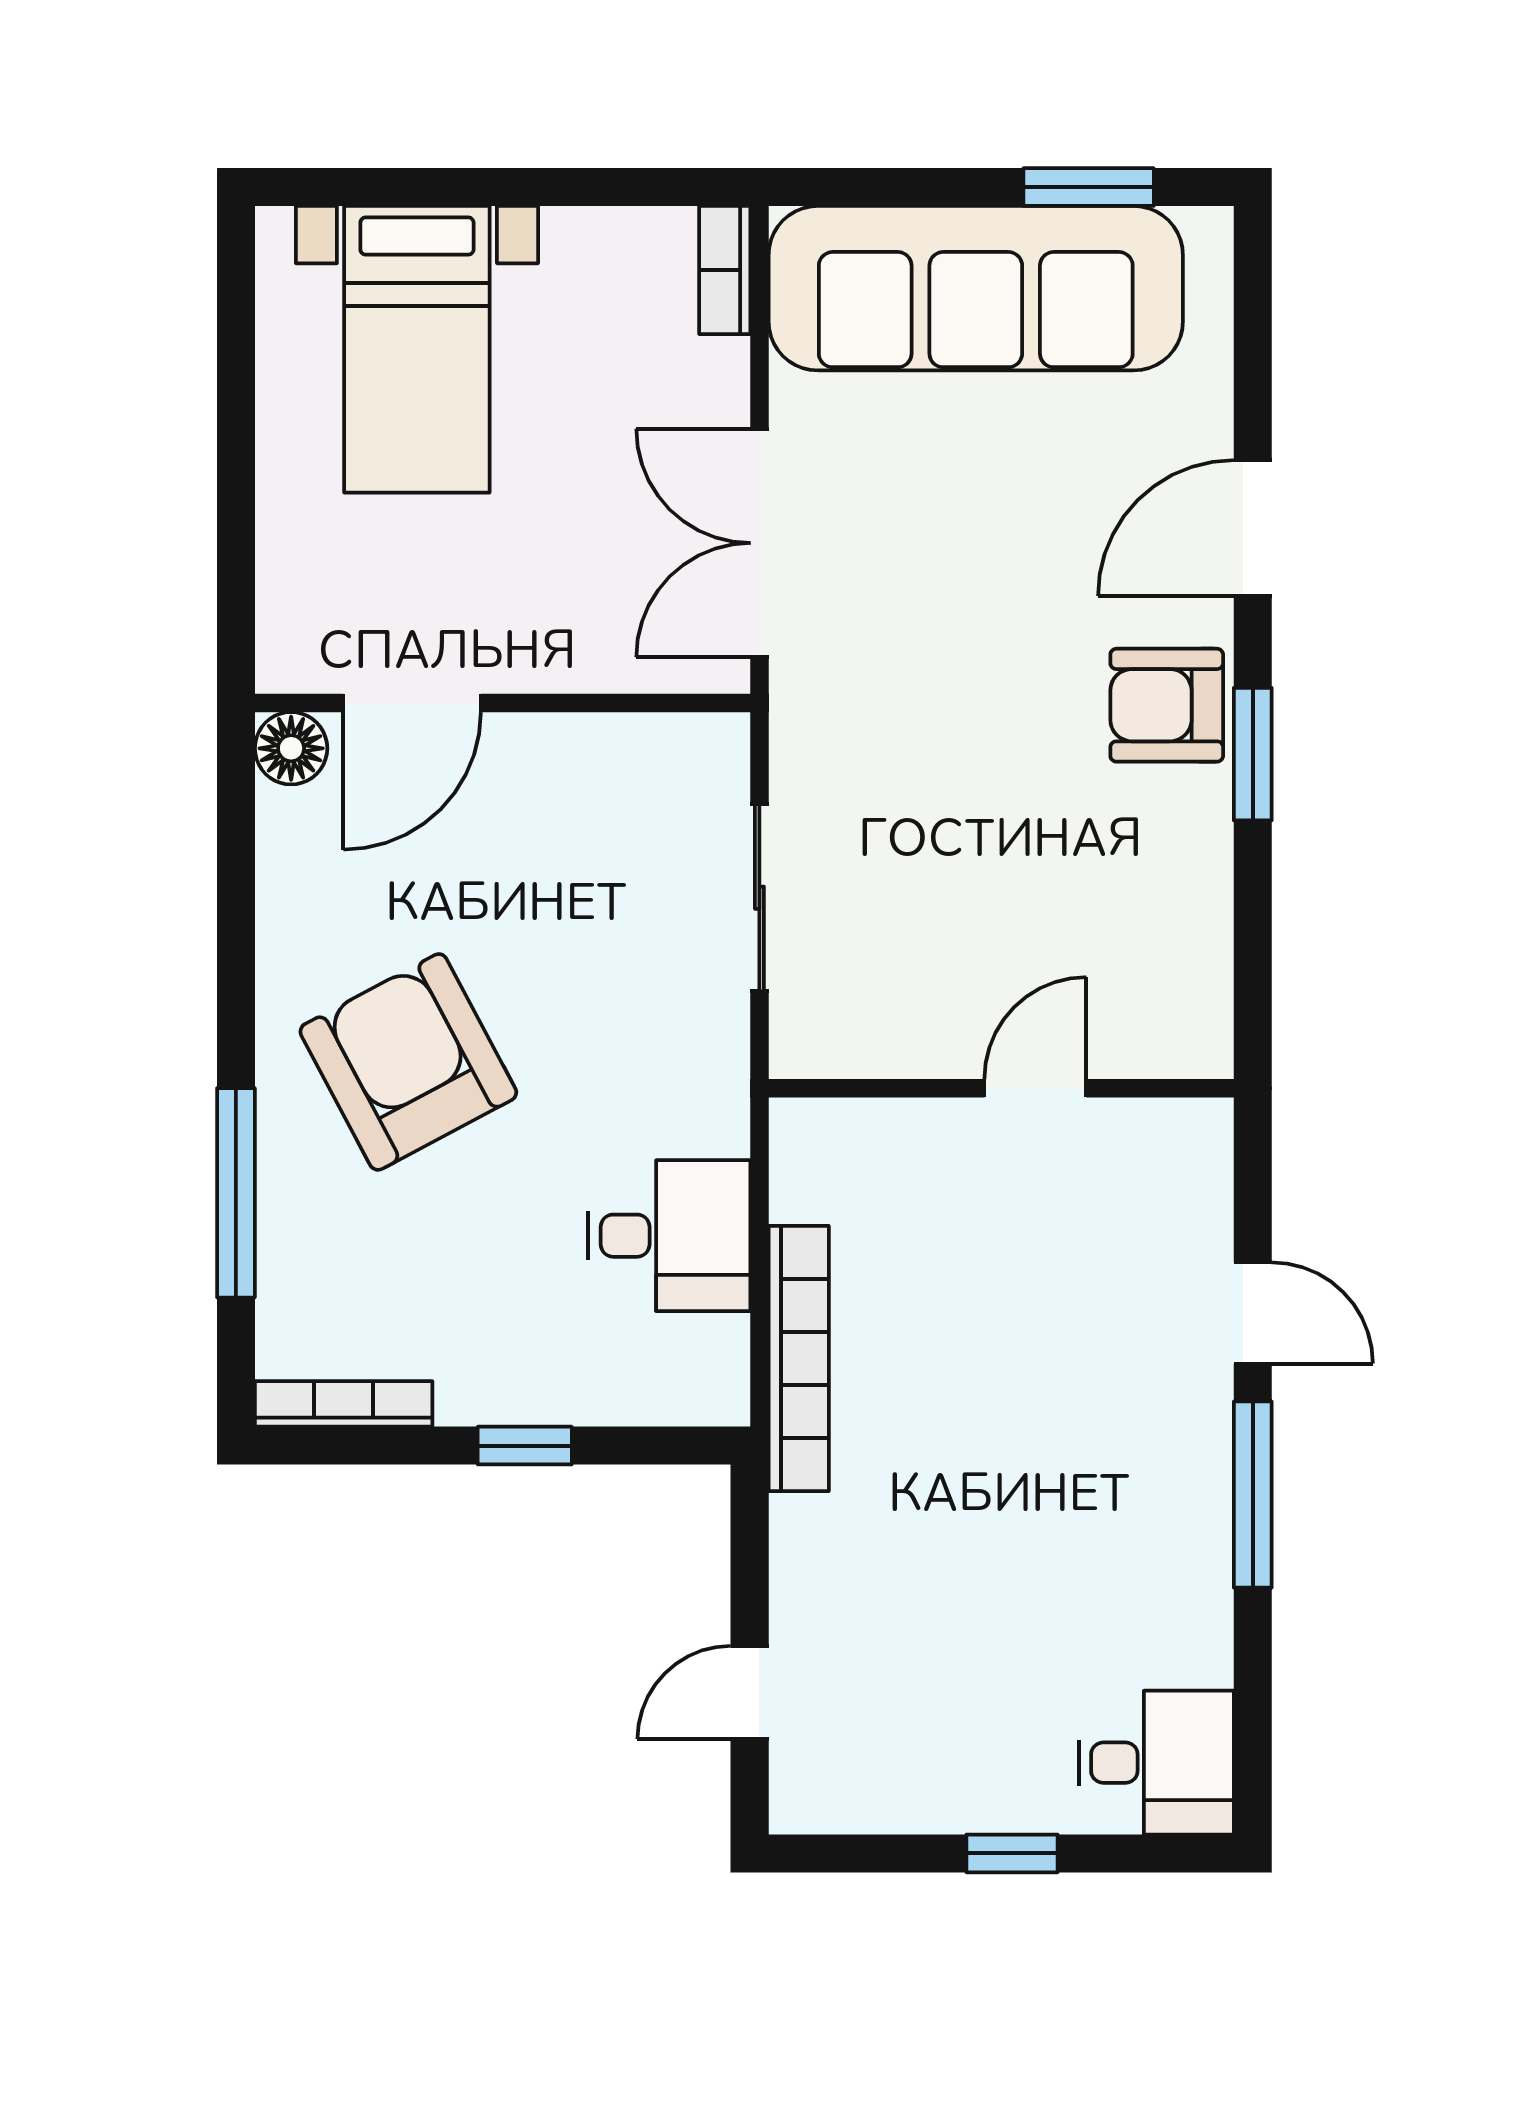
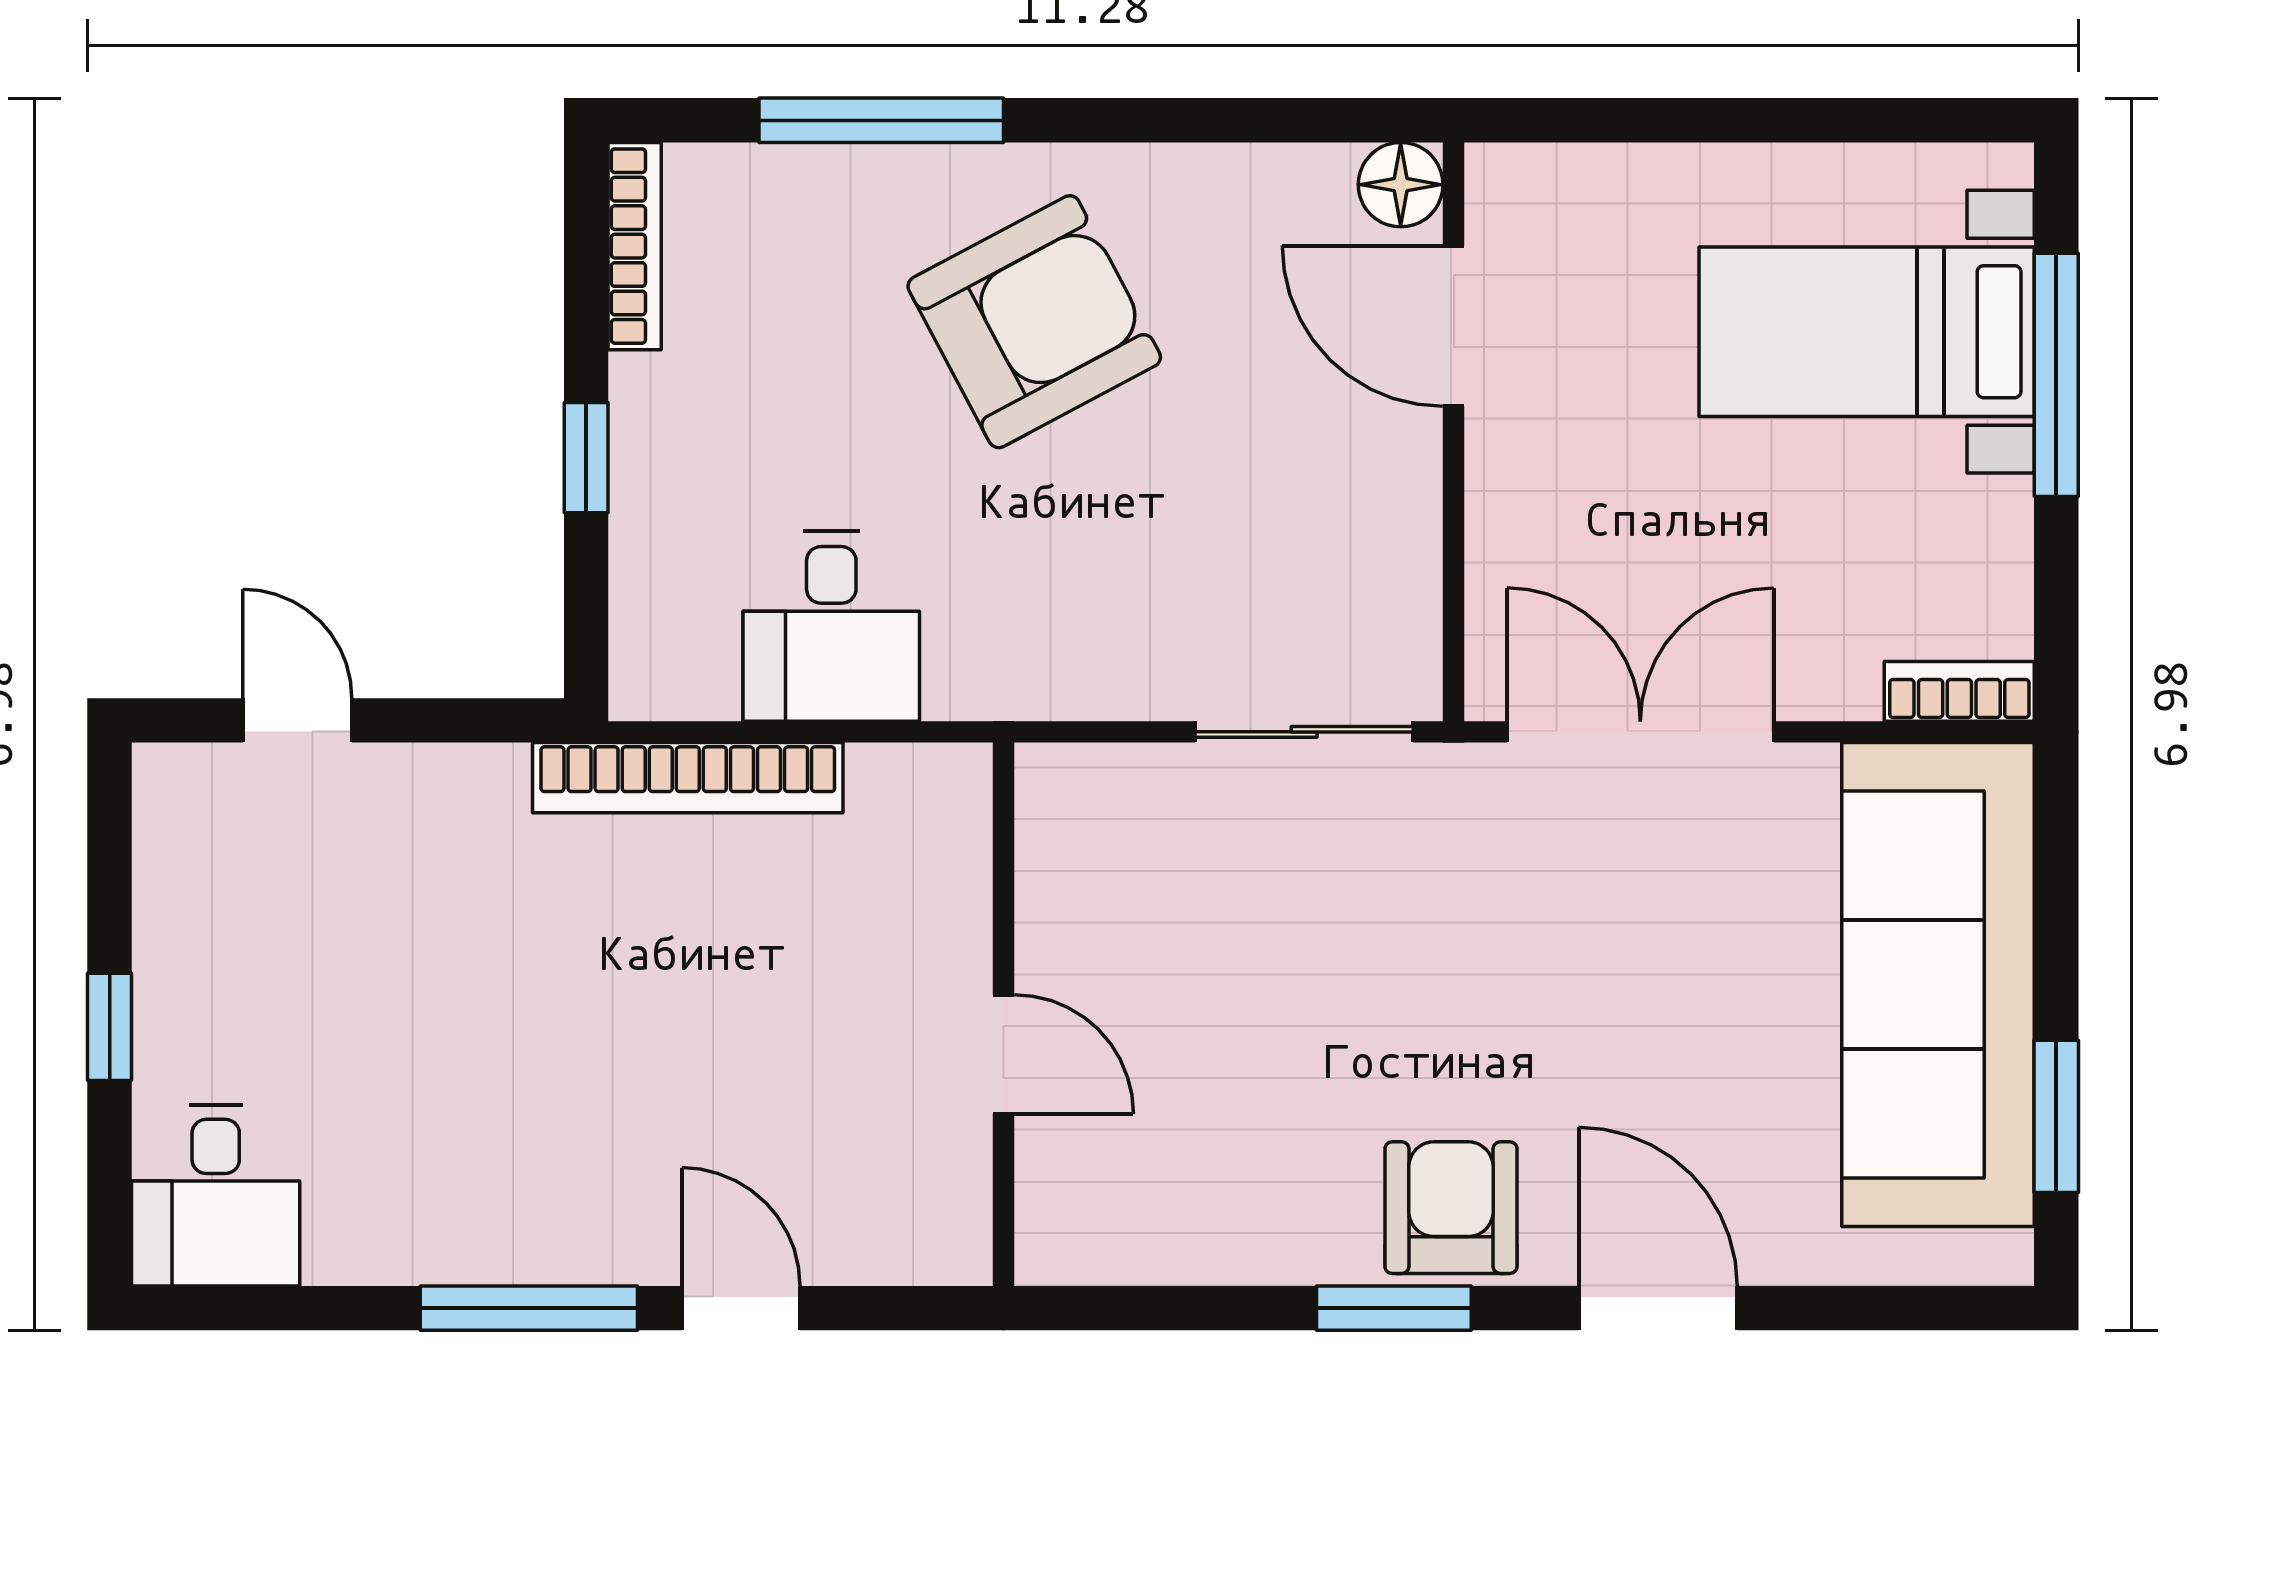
window: (454, 187) -> (2056, 375), added
sliding door: (759, 898) -> (1304, 732), moved
door: (1253, 1313) -> (741, 1308), swing flipped

